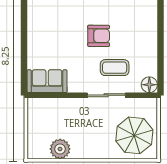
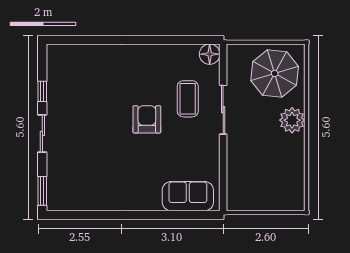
sofa: (47, 81) -> (188, 196), moved, turned 90
plant: (60, 149) -> (292, 120), moved

